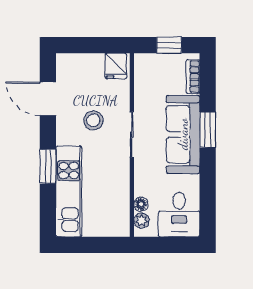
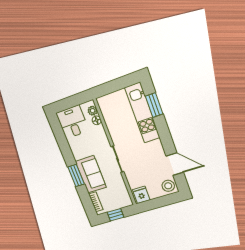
stool: (93, 120) -> (168, 186), moved
sofa: (183, 134) -> (91, 174), width x0.73
window: (48, 166) -> (154, 105), moved

